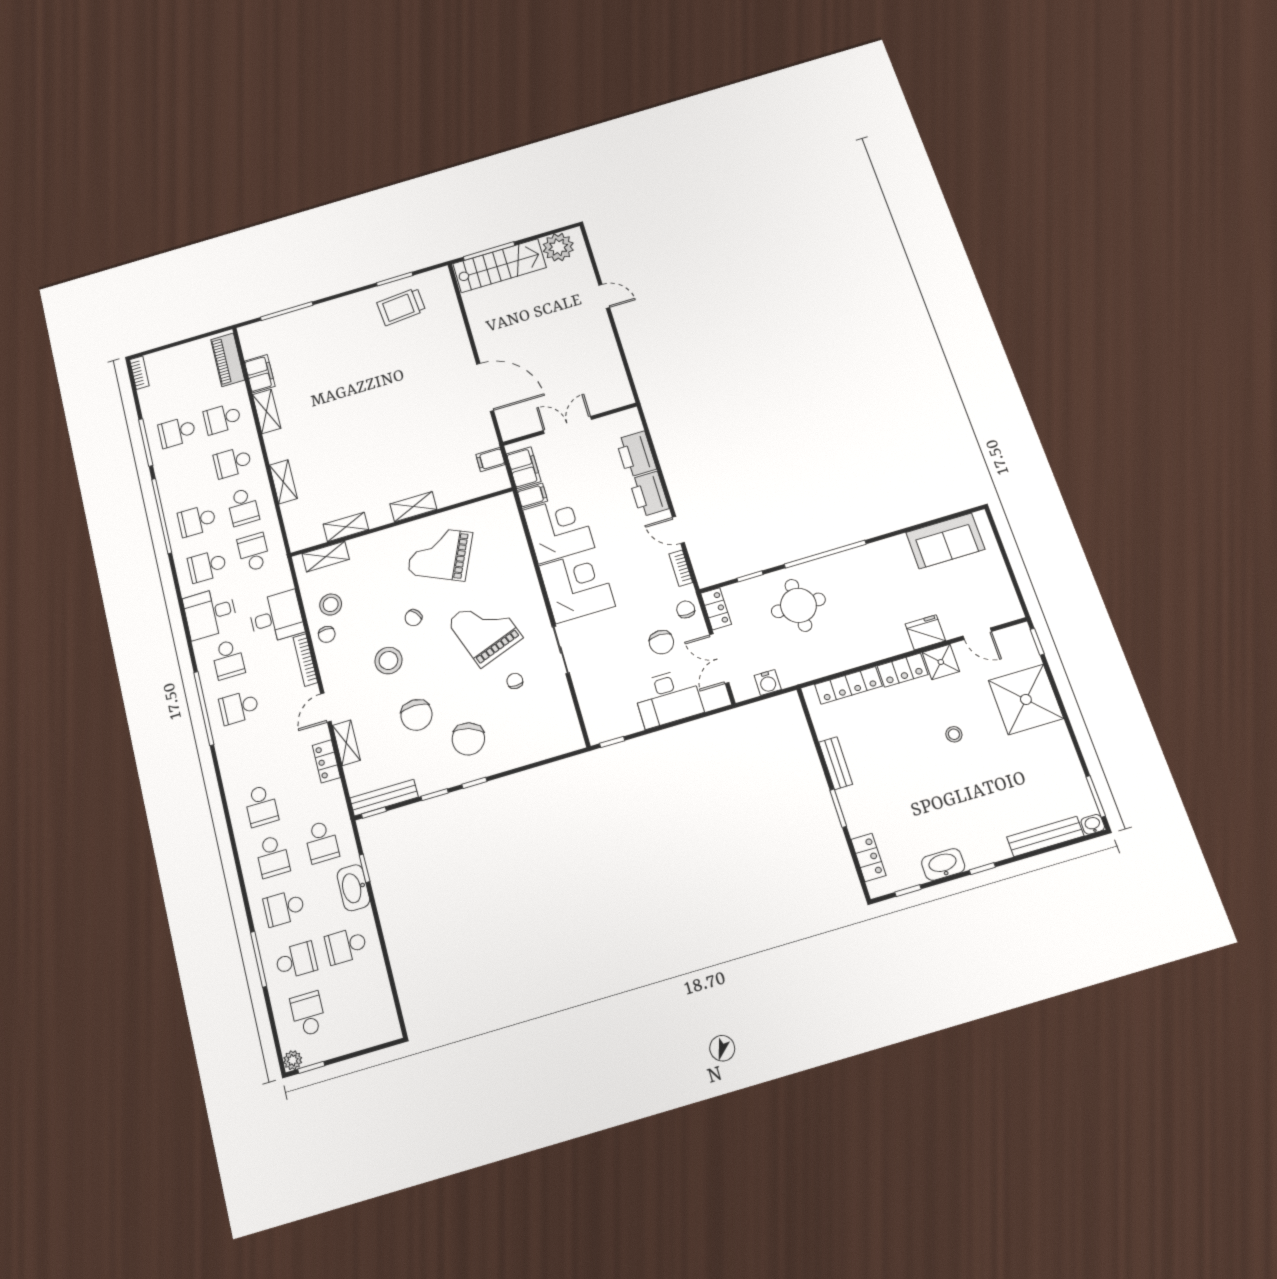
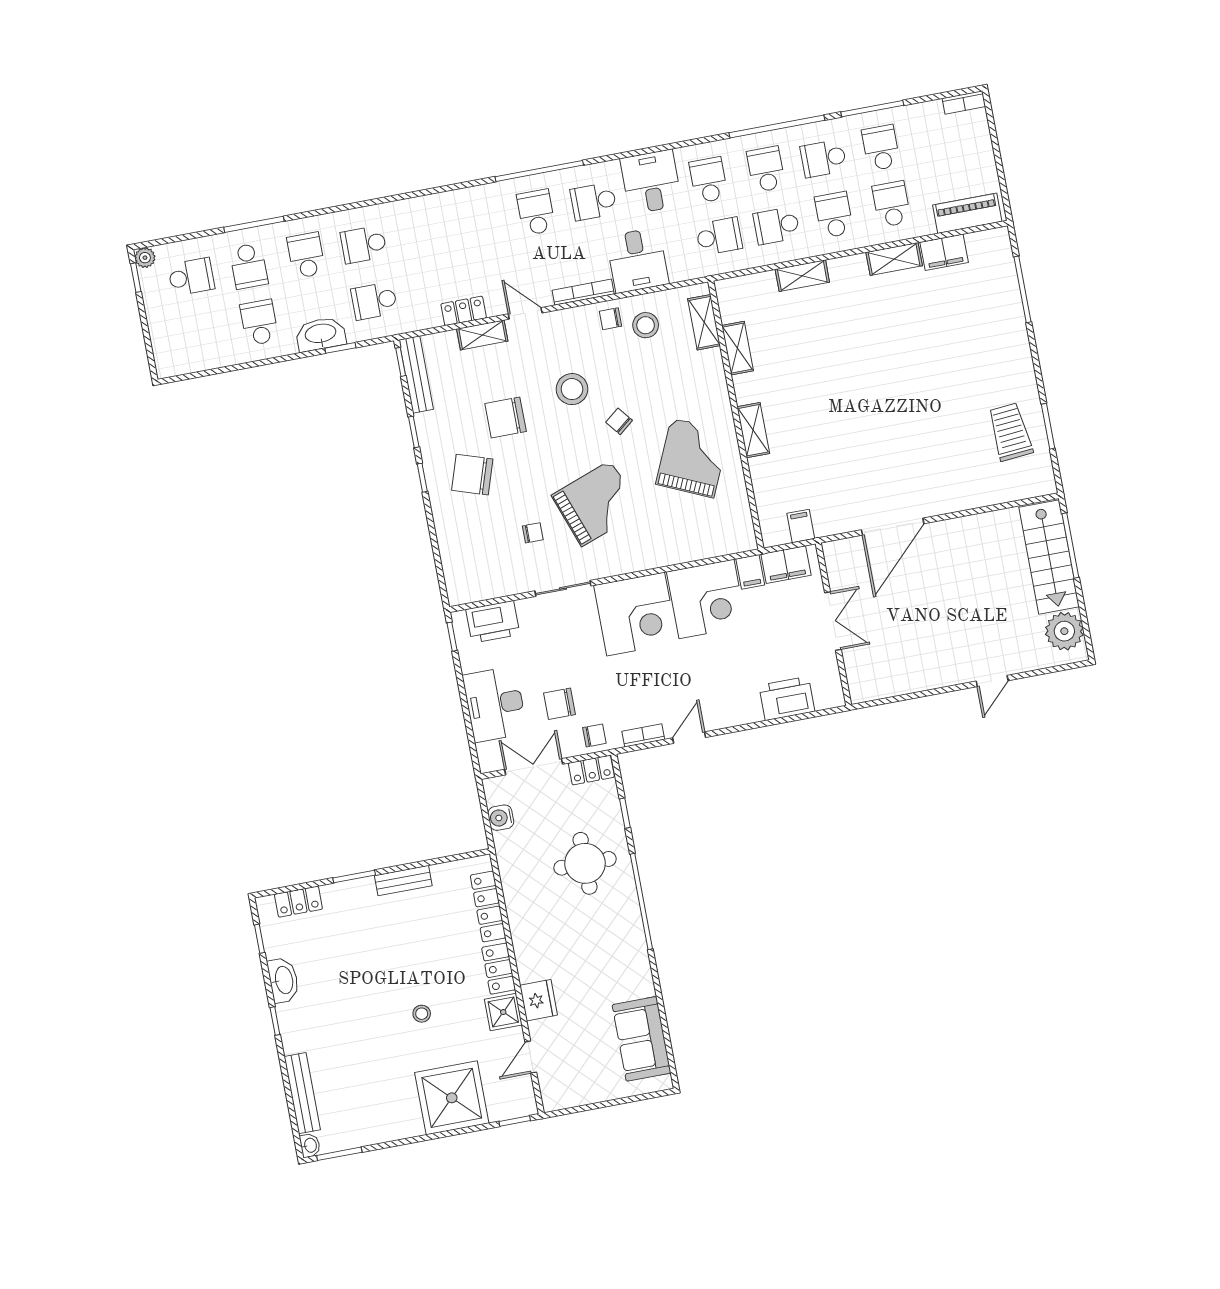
printer: (649, 494) -> (493, 622), moved, turned 180
school desk: (261, 806) -> (823, 158), moved

